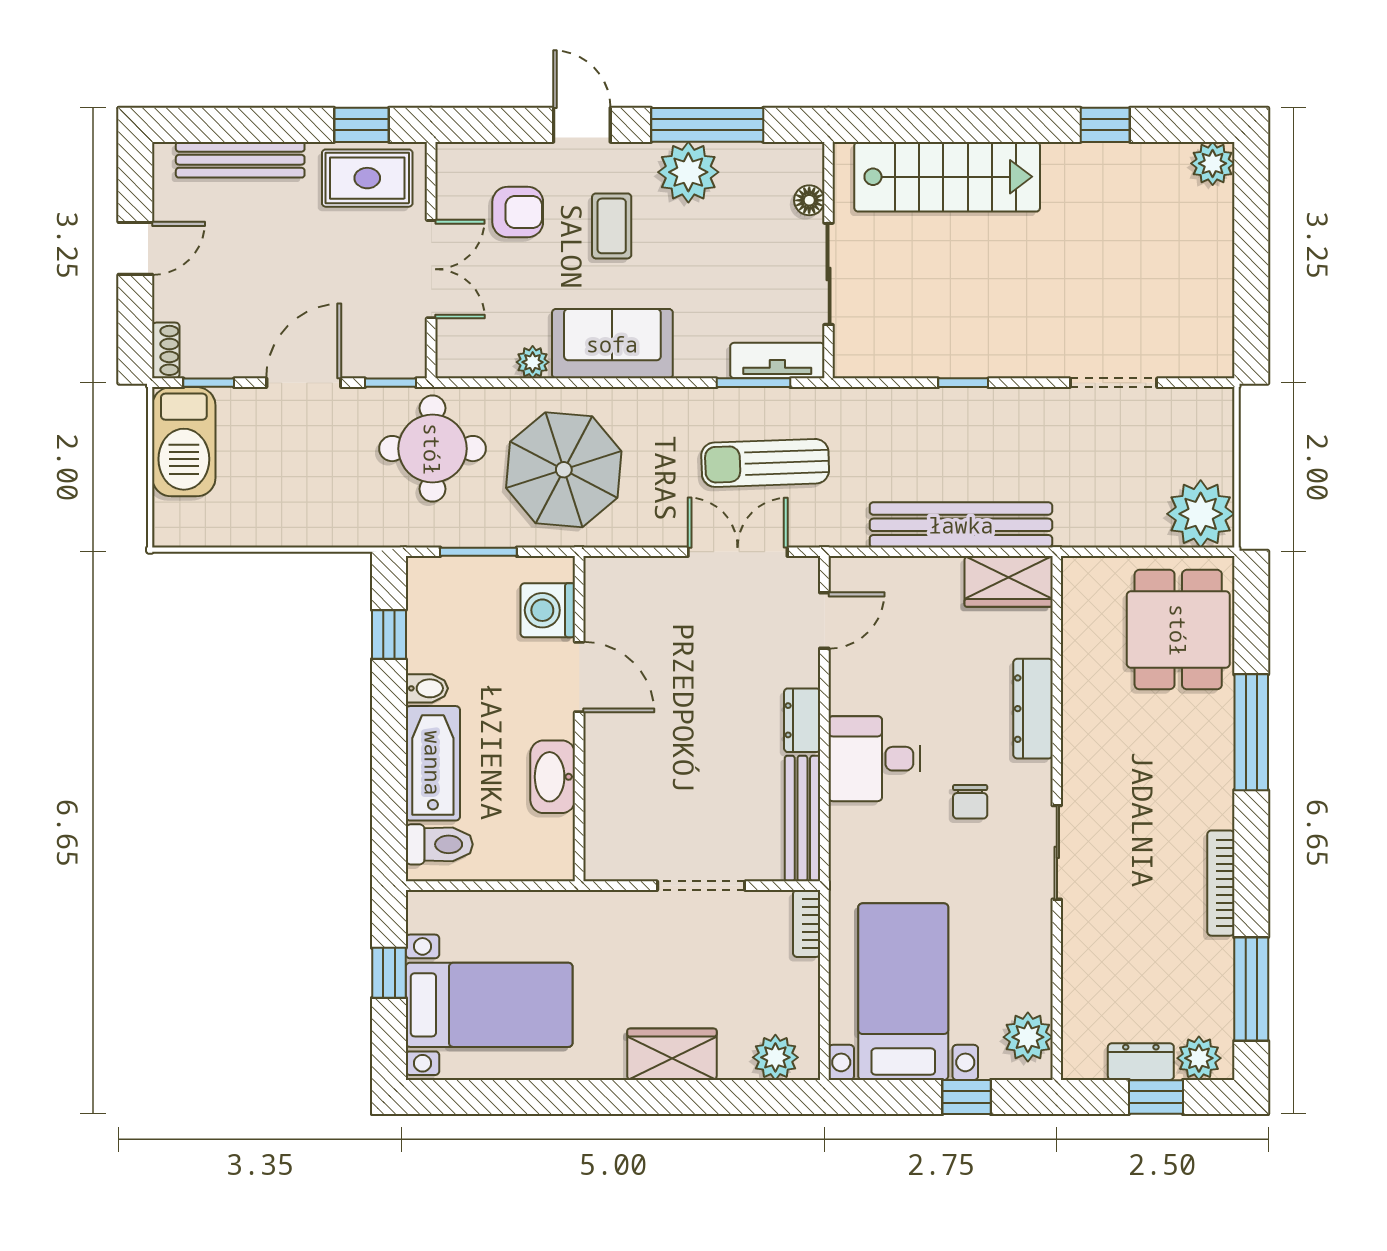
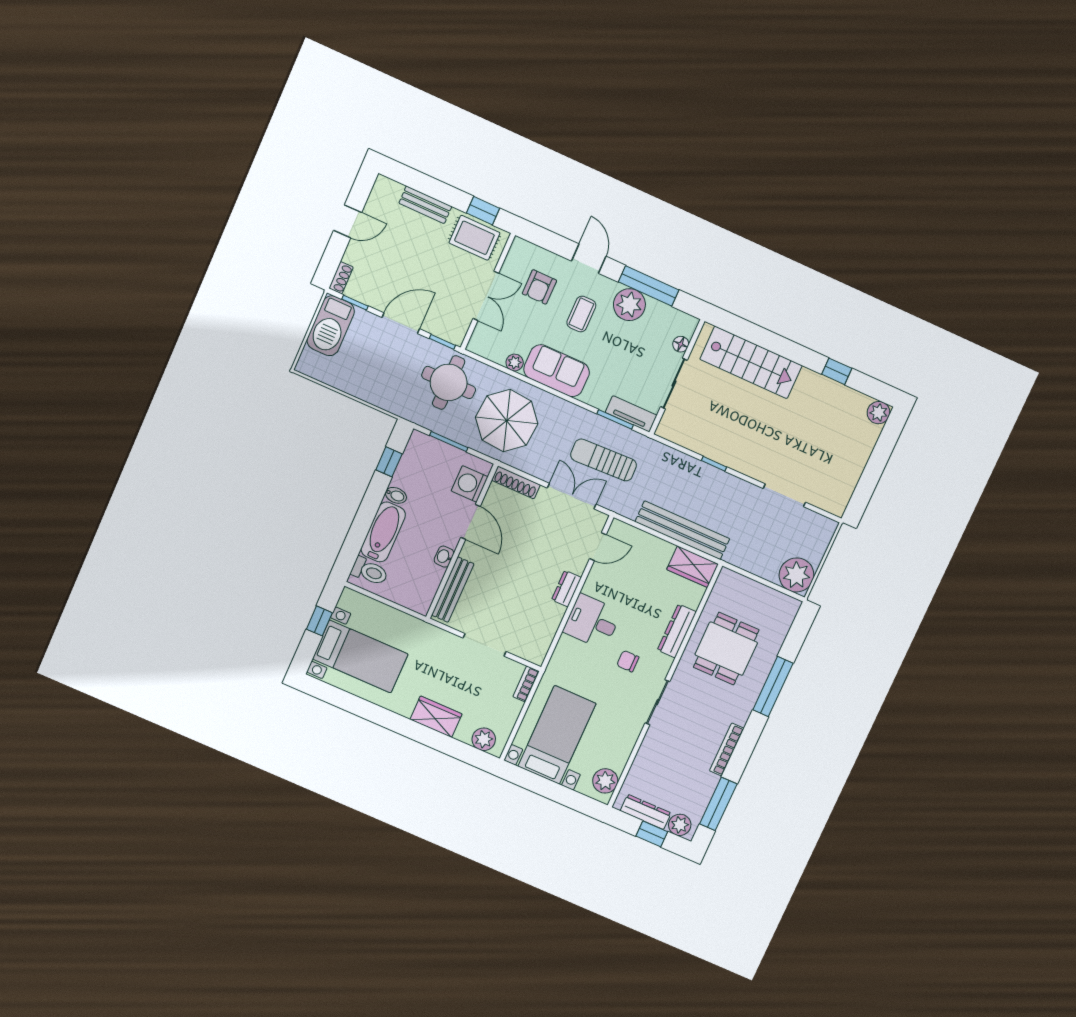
bench: (240, 160) -> (425, 205), width x0.73
armchair: (518, 212) -> (539, 287), turned 90
shoe rack: (628, 571) -> (516, 482), added
dining table: (1178, 630) -> (726, 649), moved
washbasin: (553, 777) -> (444, 557), width x0.52, depth x0.69
chair: (970, 802) -> (628, 661), turned 90
bench: (802, 819) -> (453, 590), moved
dresser: (1141, 1062) -> (646, 812), width x1.44
window: (967, 1097) -> (564, 796), removed

